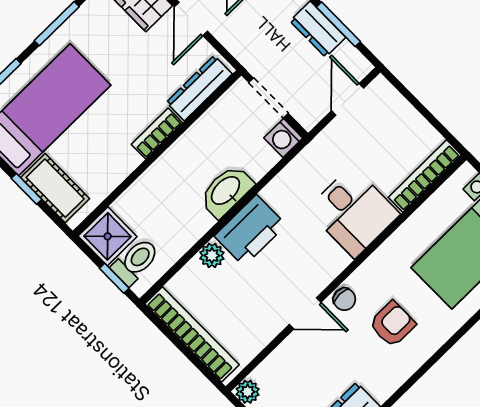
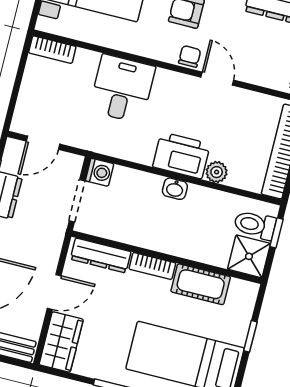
bookcase: (425, 176) -> (52, 50), width x0.64
cot: (55, 188) -> (201, 284), moved, turned 90
washbasin: (226, 191) -> (175, 189), width x0.52, depth x0.69

